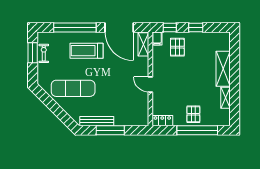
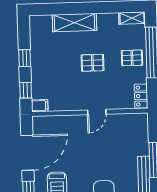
shelving: (143, 44) -> (47, 122), removed
pallet: (177, 47) -> (93, 63), moved
shelving: (225, 98) -> (132, 18), moved

